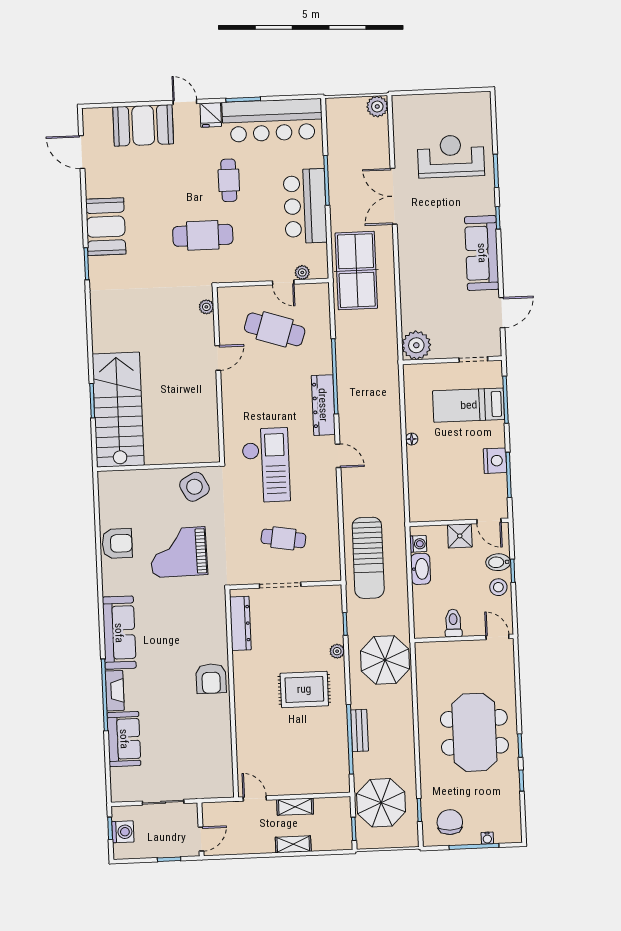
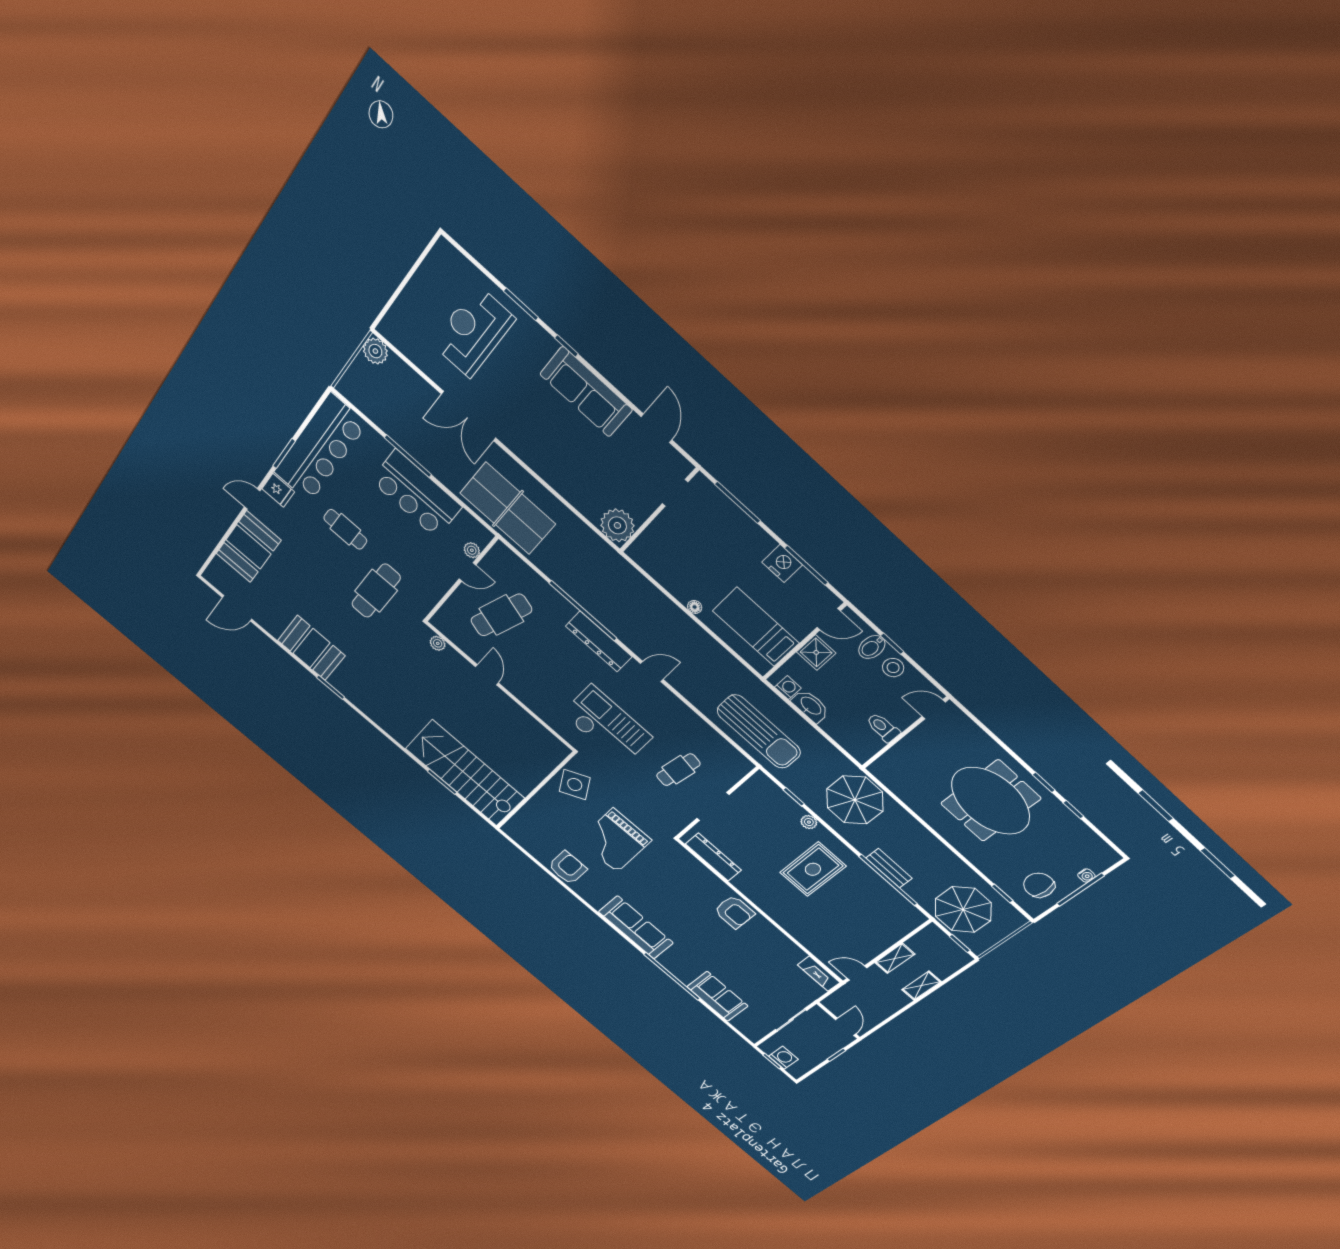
bed: (469, 405) -> (756, 627), moved, turned 90
fireplace: (115, 691) -> (819, 974), moved, turned 180

